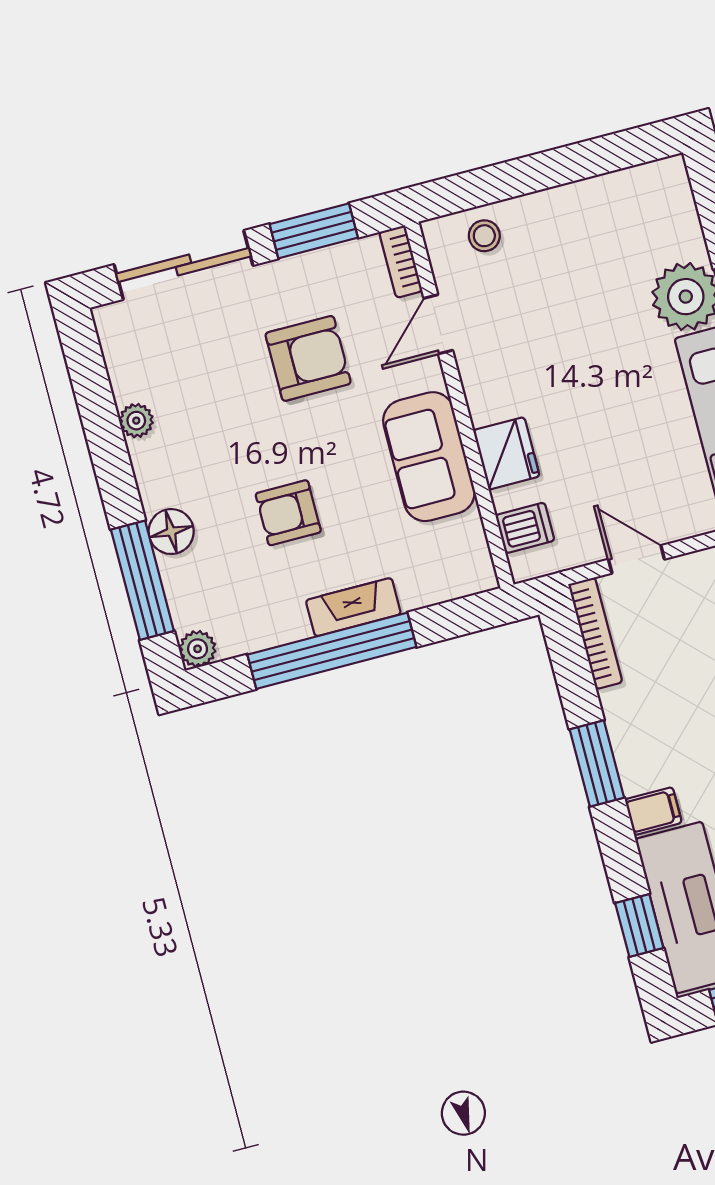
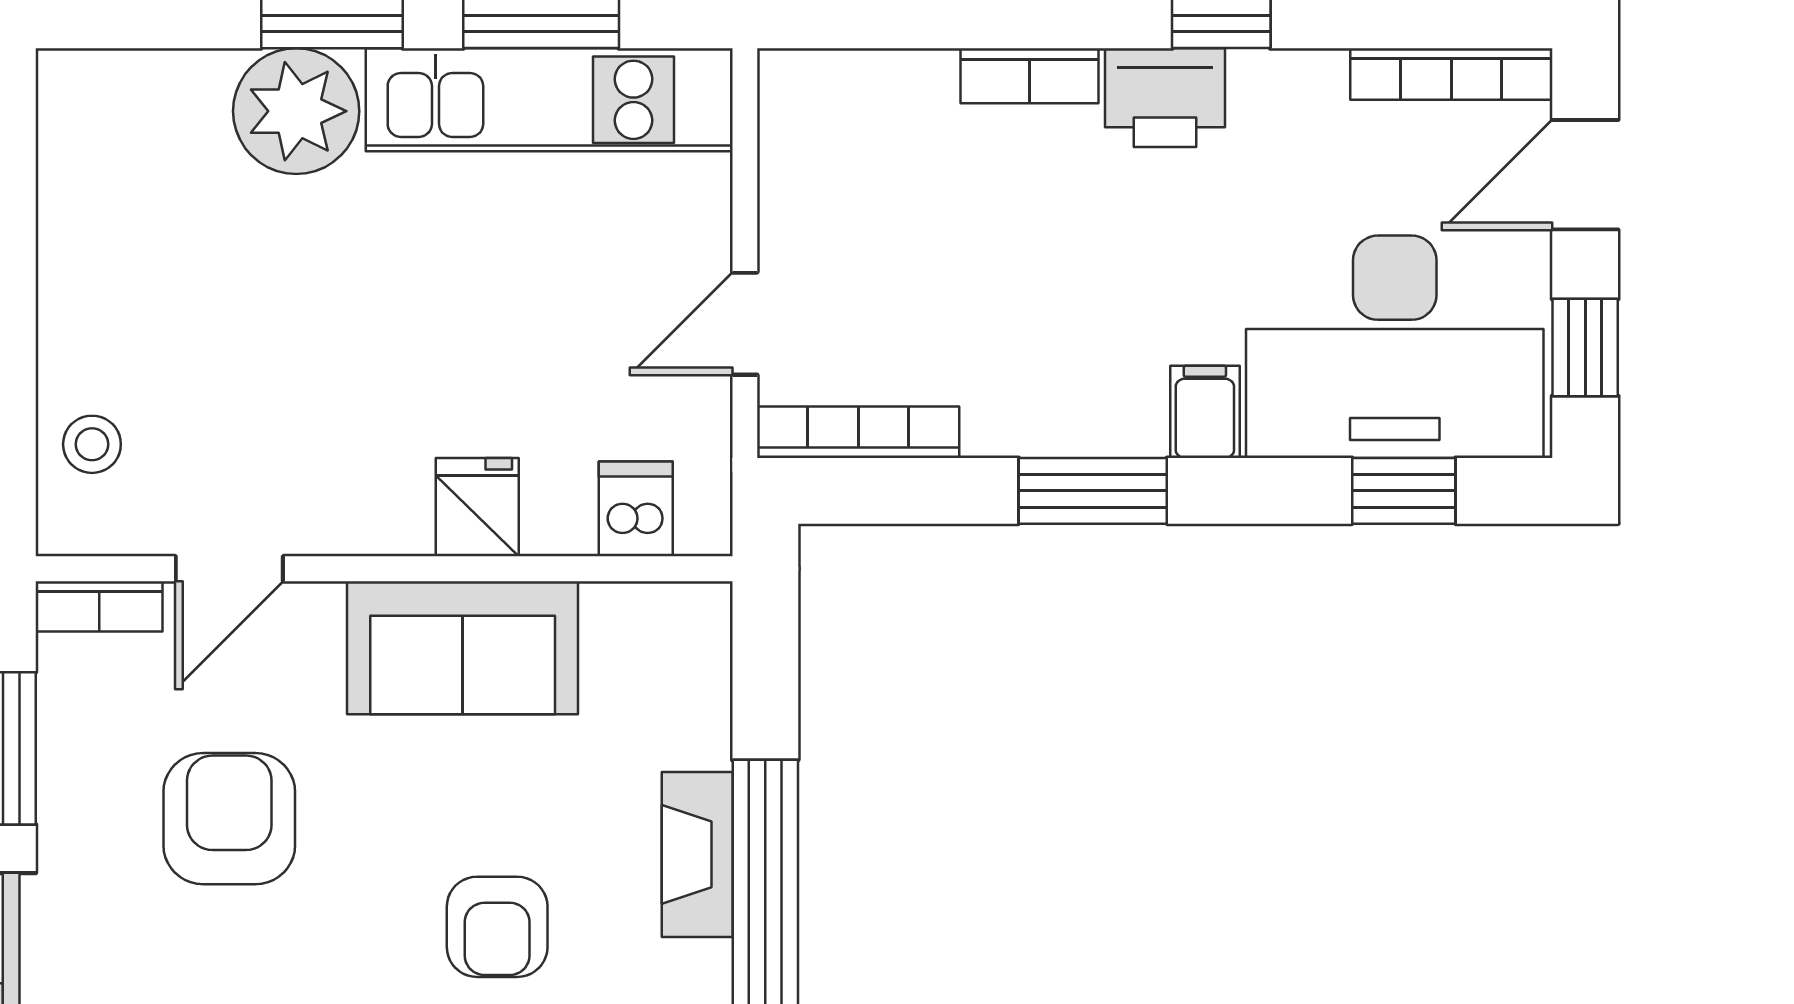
door: (438, 324) -> (229, 569), hinge flipped
fridge: (506, 453) -> (477, 507), width x0.72

